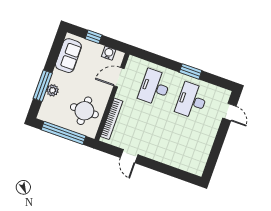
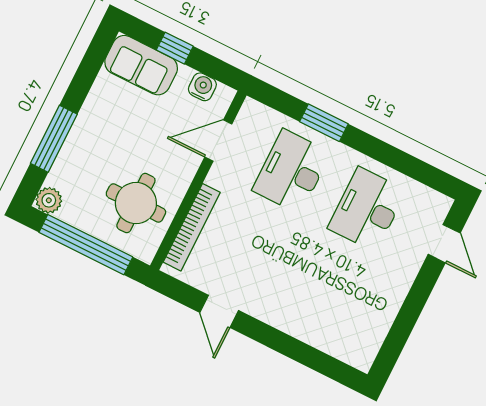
sofa: (68, 56) -> (141, 65), moved, turned 90
window: (191, 71) -> (324, 123), moved
plant: (52, 90) -> (49, 200), moved

